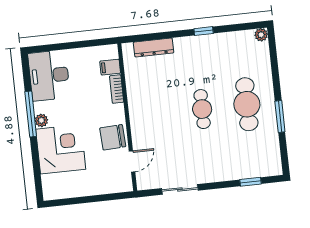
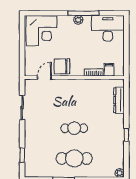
chair: (113, 137) -> (62, 66), turned -87
corner desk: (61, 149) -> (41, 31), moved
door: (132, 161) -> (44, 78), swing flipped

